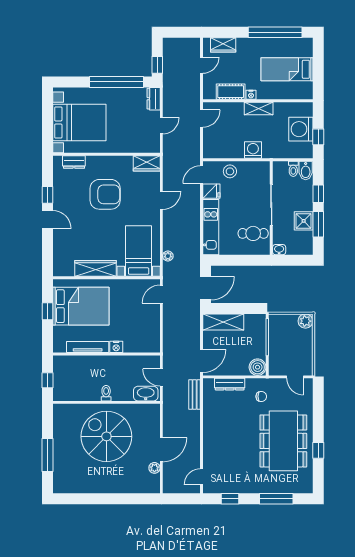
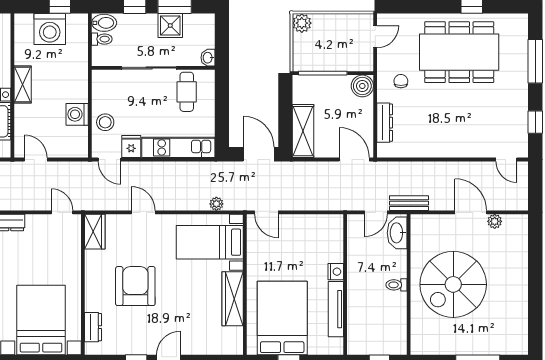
door: (161, 126) -> (62, 212), moved
washing machine: (253, 150) -> (77, 114), moved
bench: (195, 394) -> (409, 203), moved

